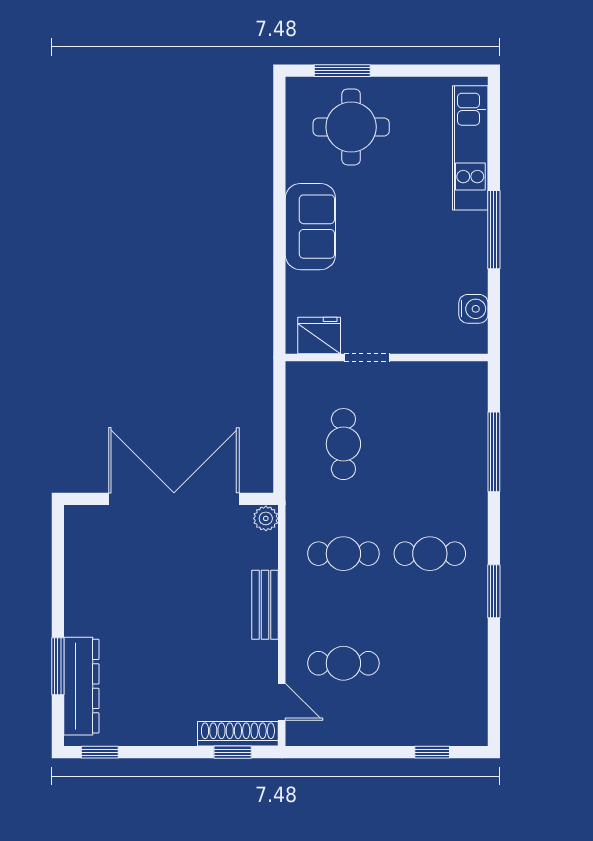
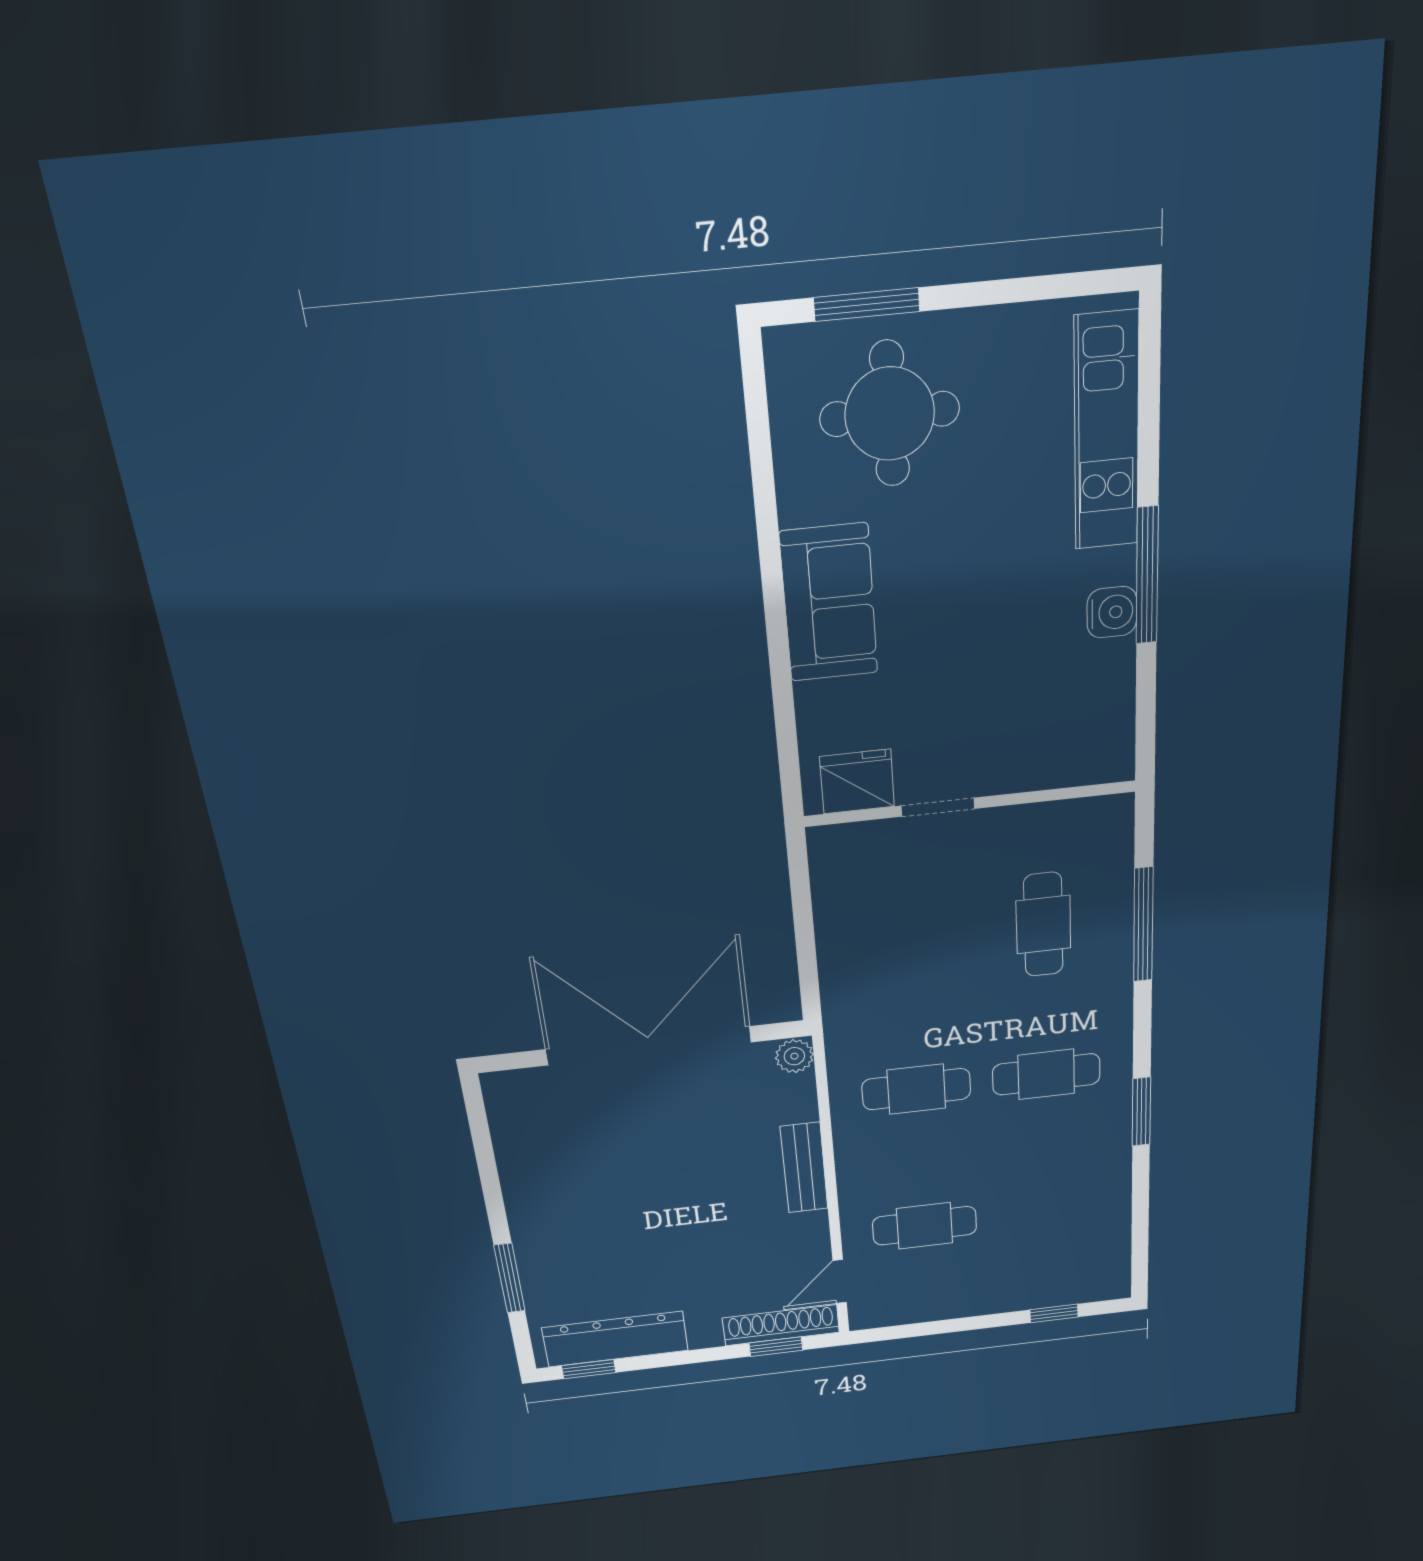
water cooler: (473, 309) -> (1112, 612), moved
cafe table: (343, 444) -> (1043, 925), moved
dresser: (81, 686) -> (615, 1339), moved, turned -90
door: (282, 702) -> (840, 1282), swing flipped

